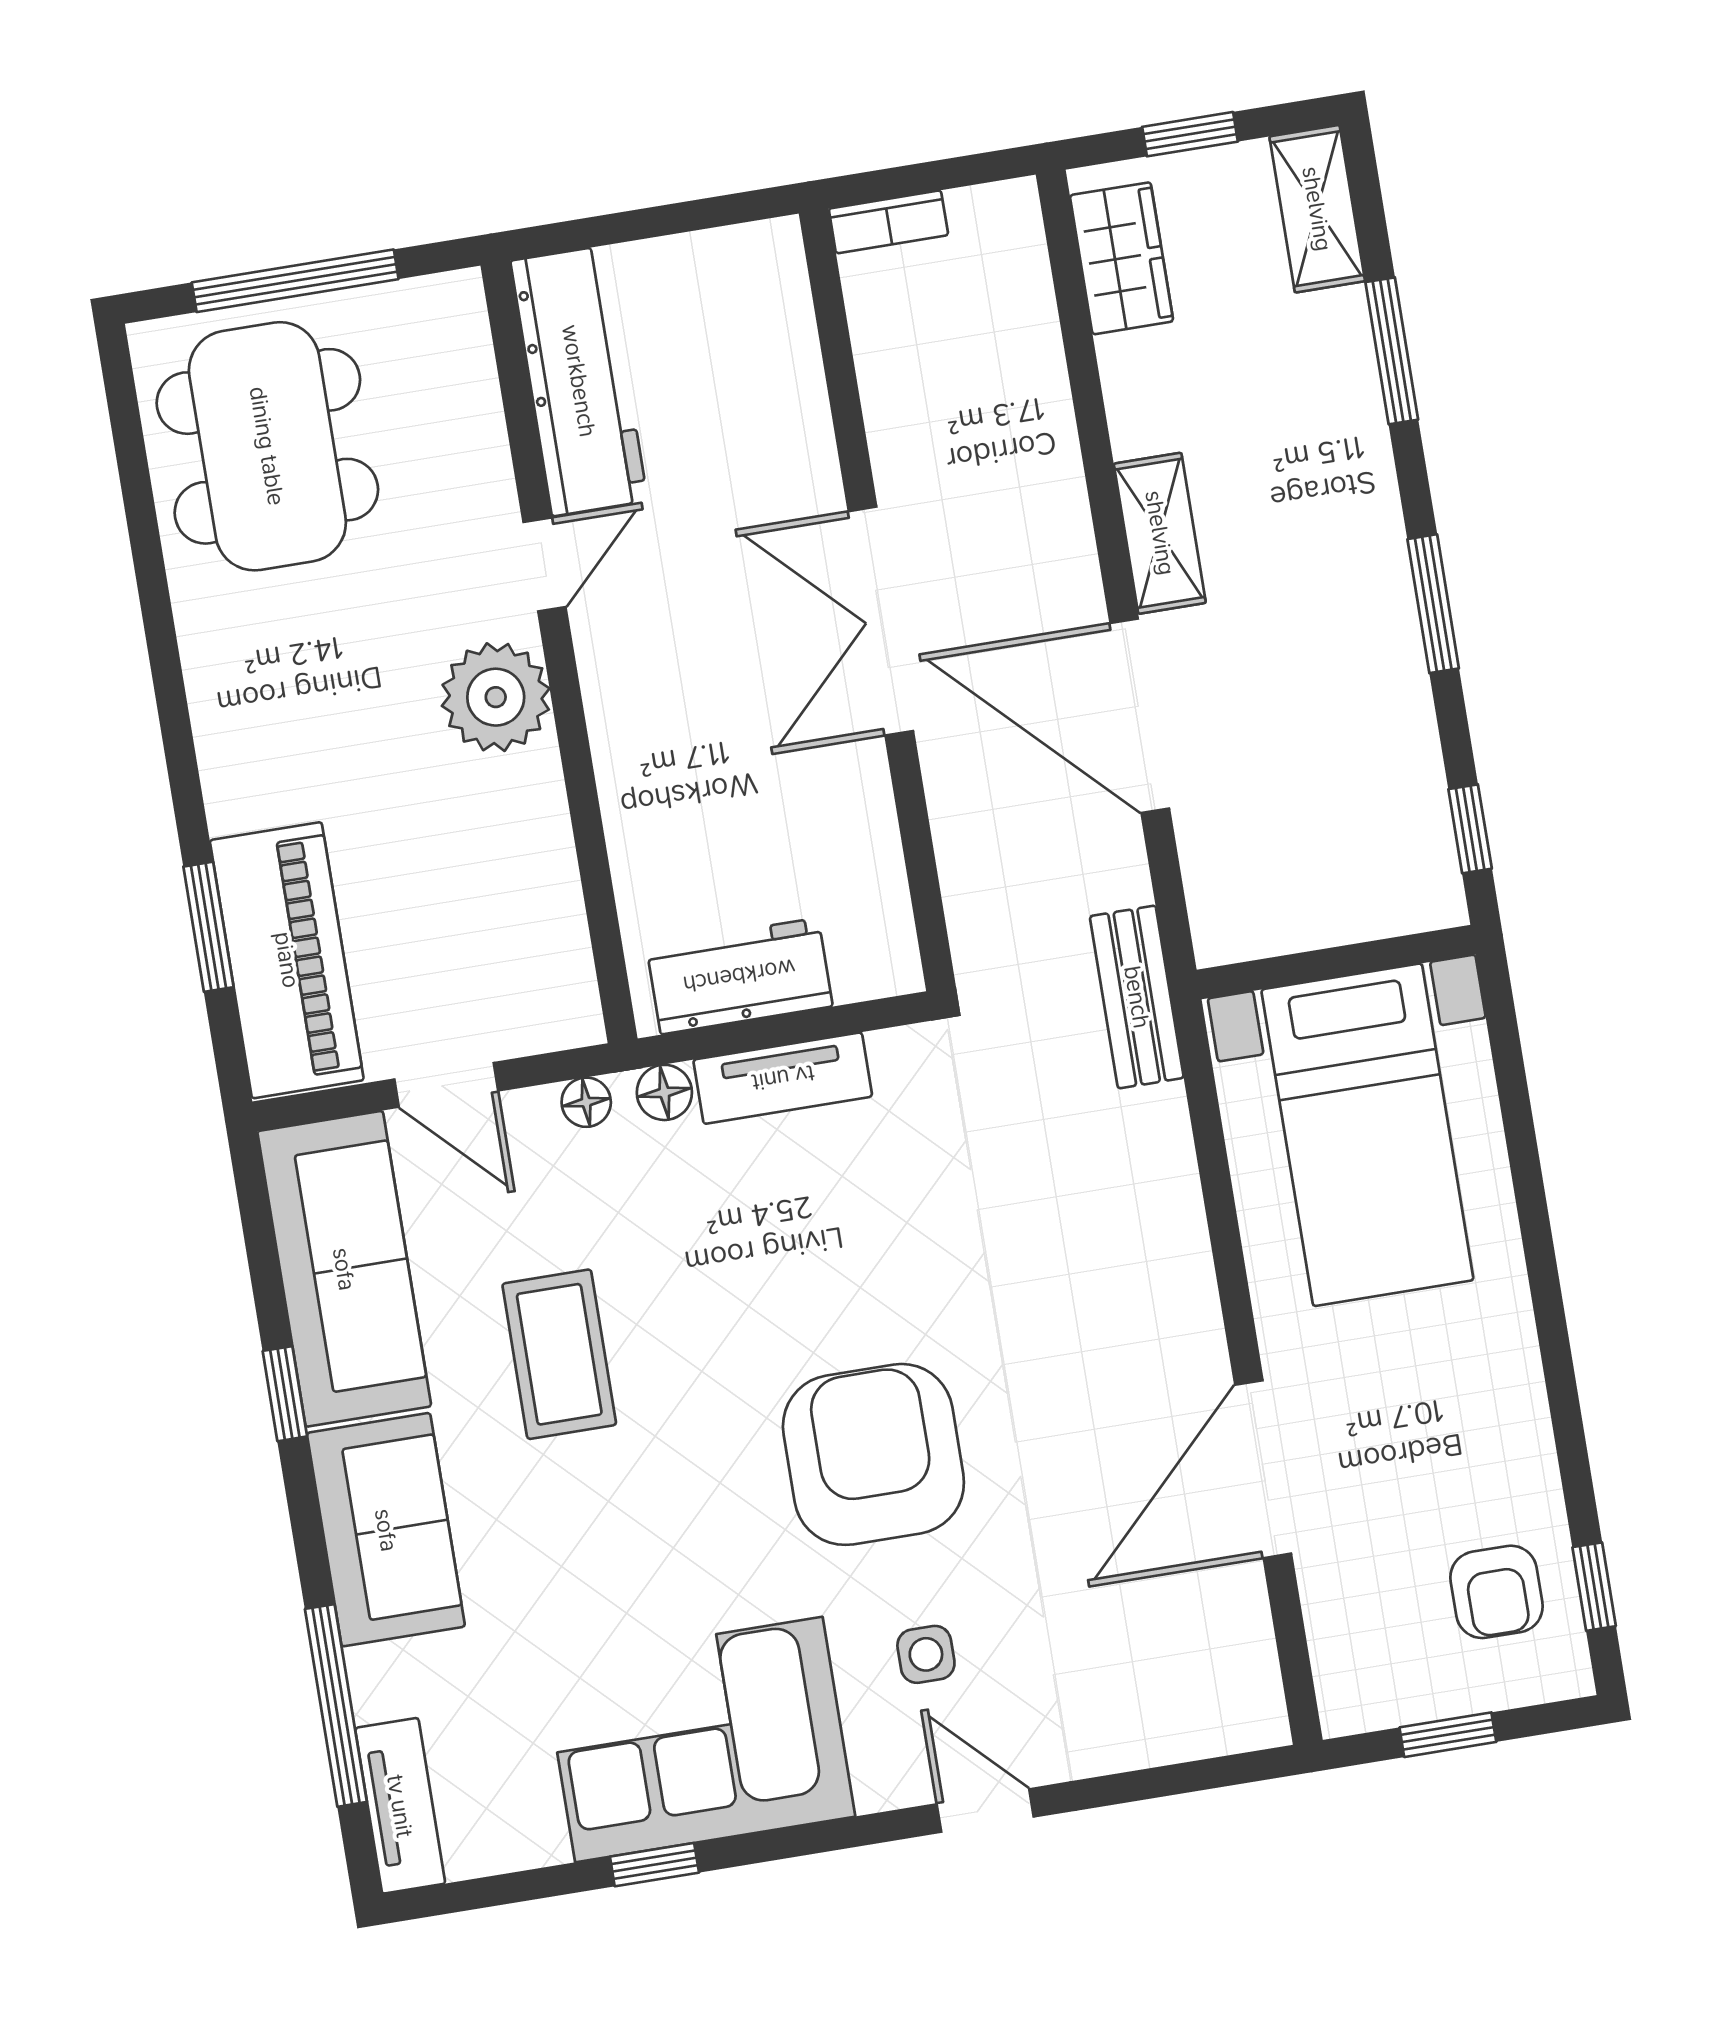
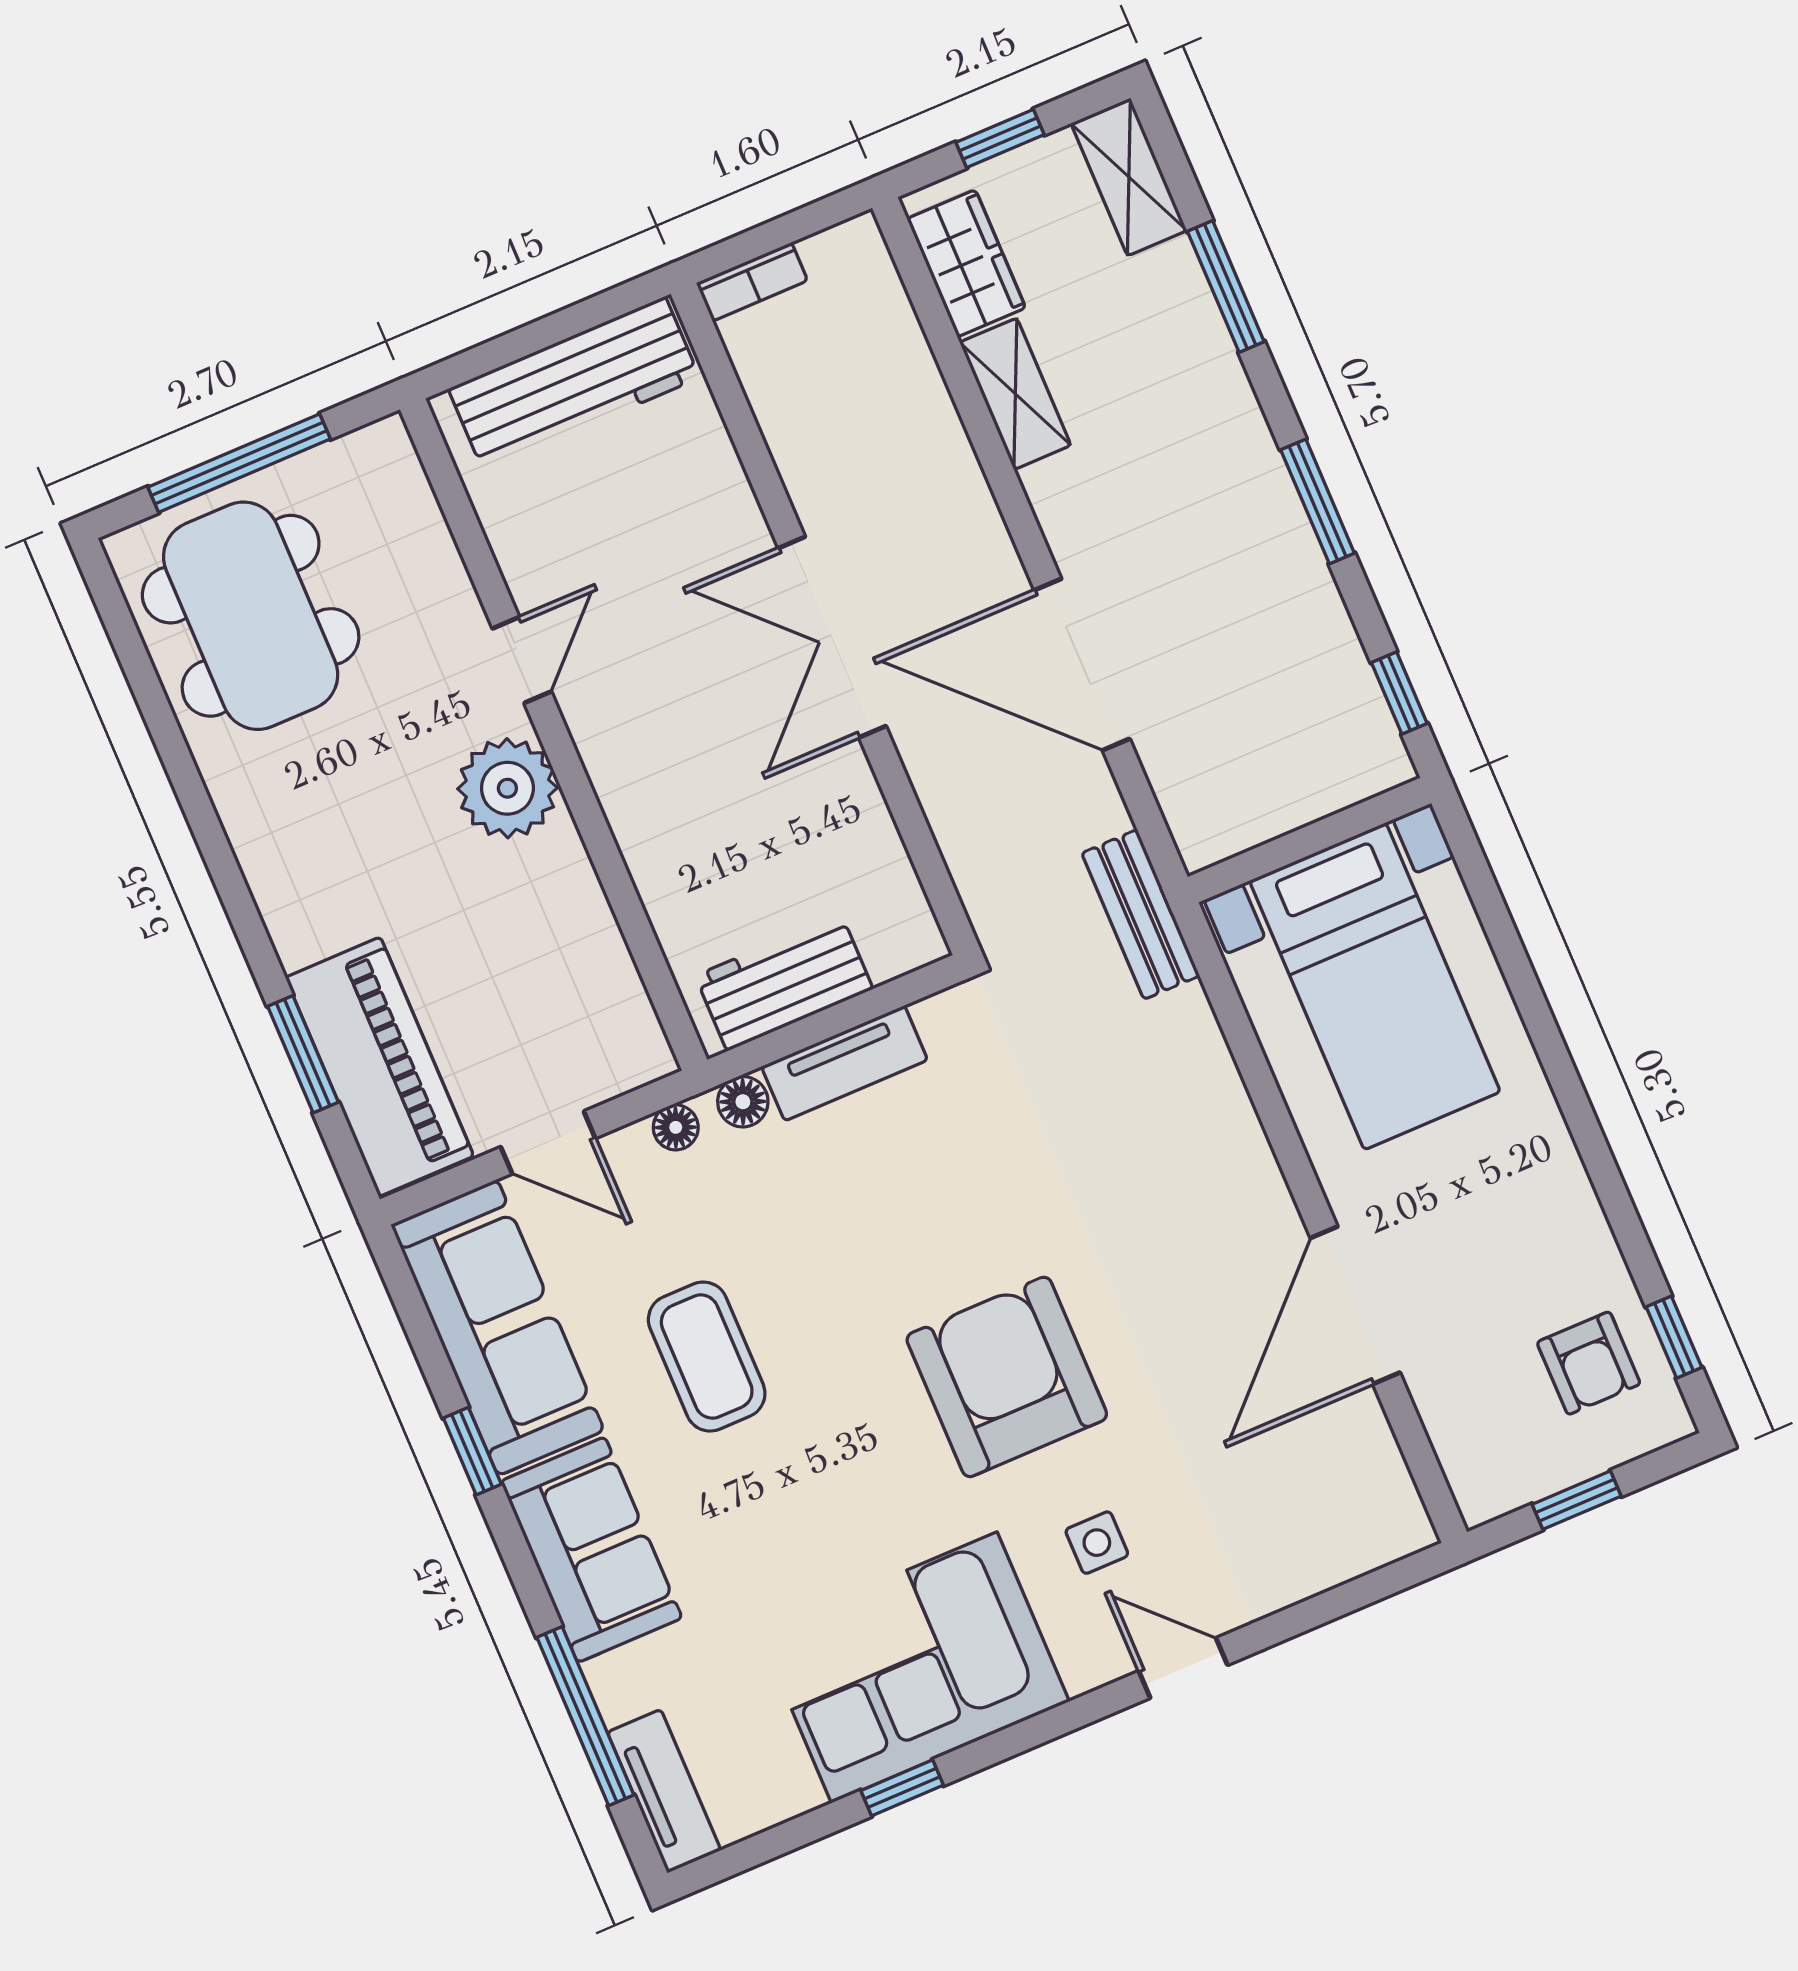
workbench: (579, 381) -> (574, 383), moved, turned 90
shelving: (1160, 533) -> (1015, 394), moved

